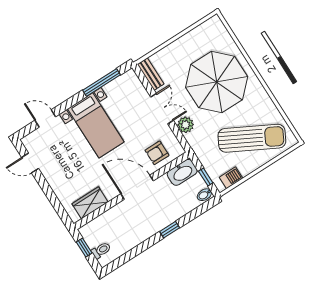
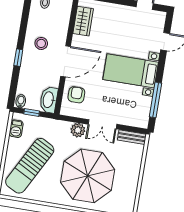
stool: (140, 221) -> (41, 43), added

